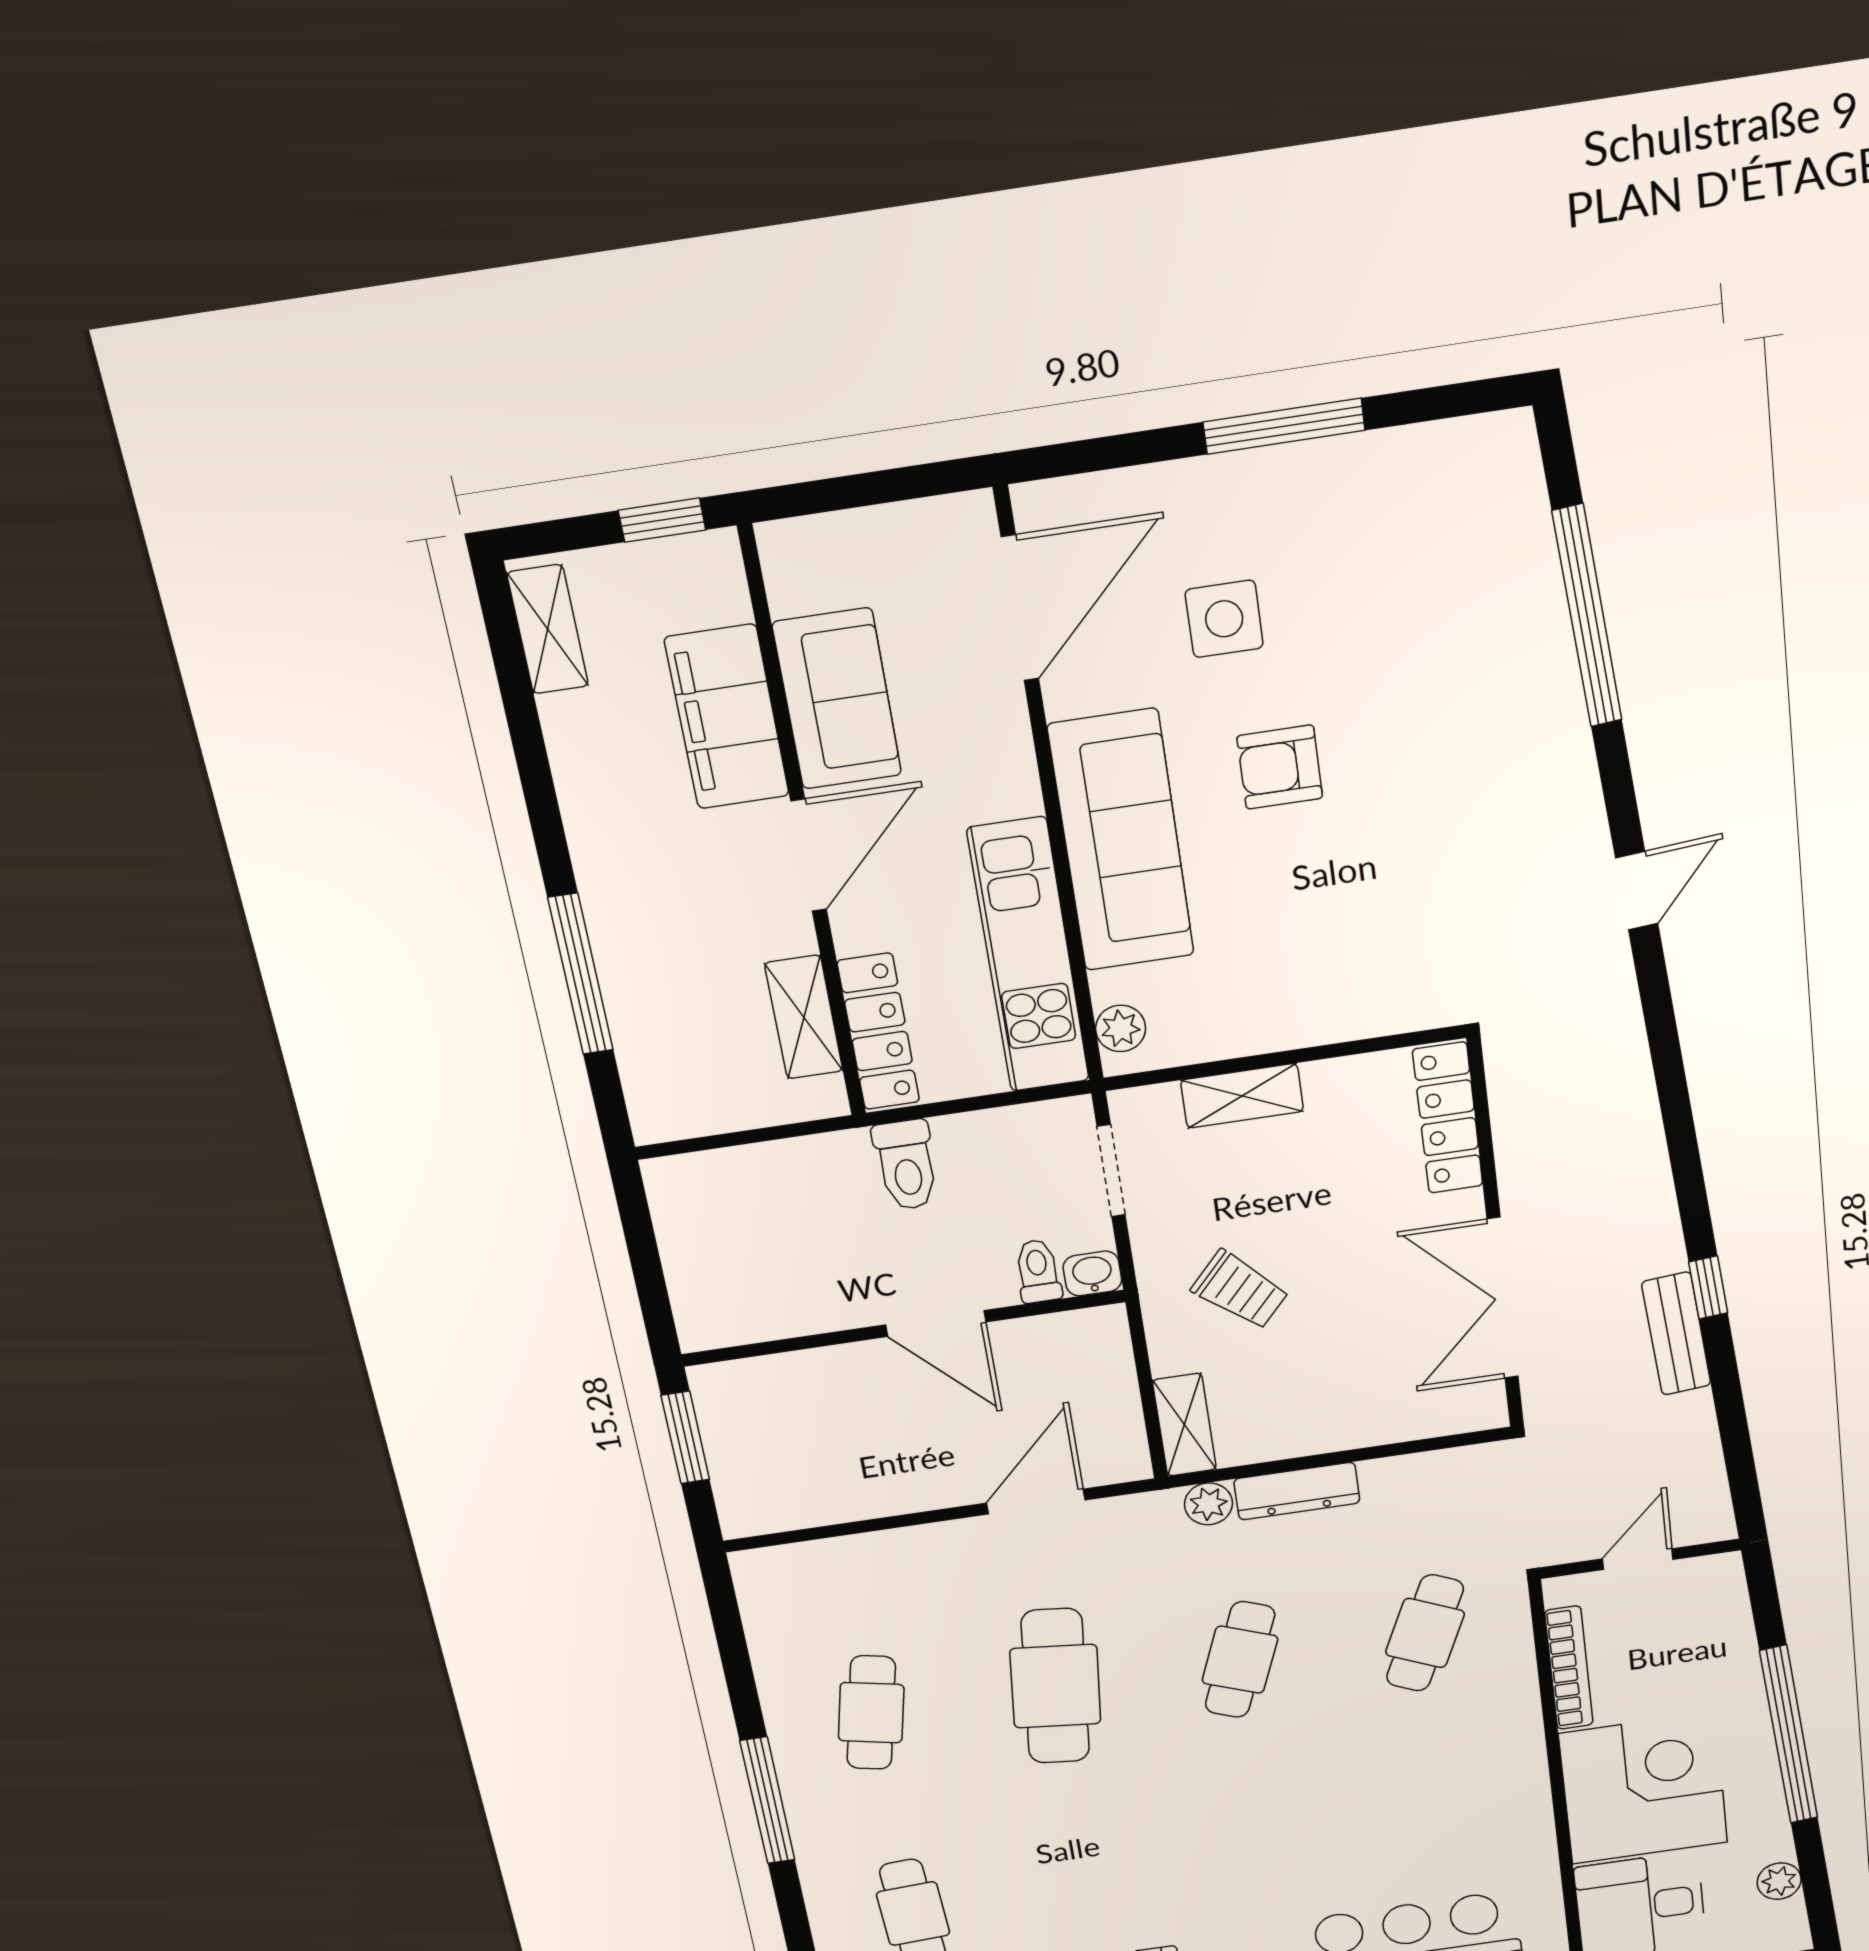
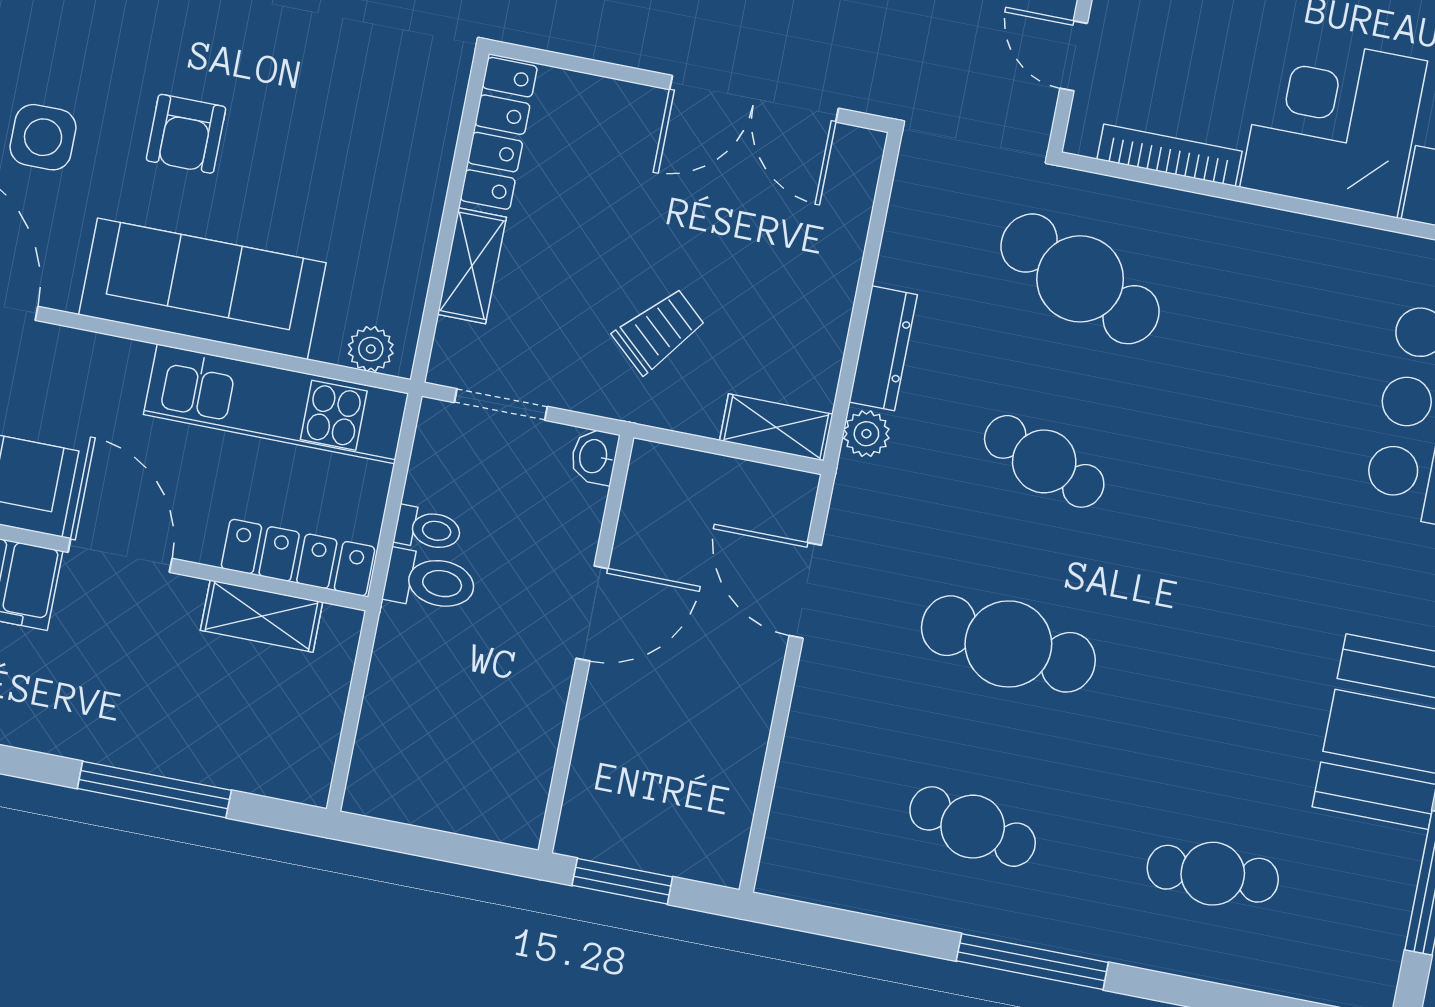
locker: (1448, 1118) -> (499, 133), moved, turned -90
toilet: (1038, 1271) -> (428, 529), moved, turned 180
cafe table: (1425, 1633) -> (1080, 279), width x1.37, depth x1.35

